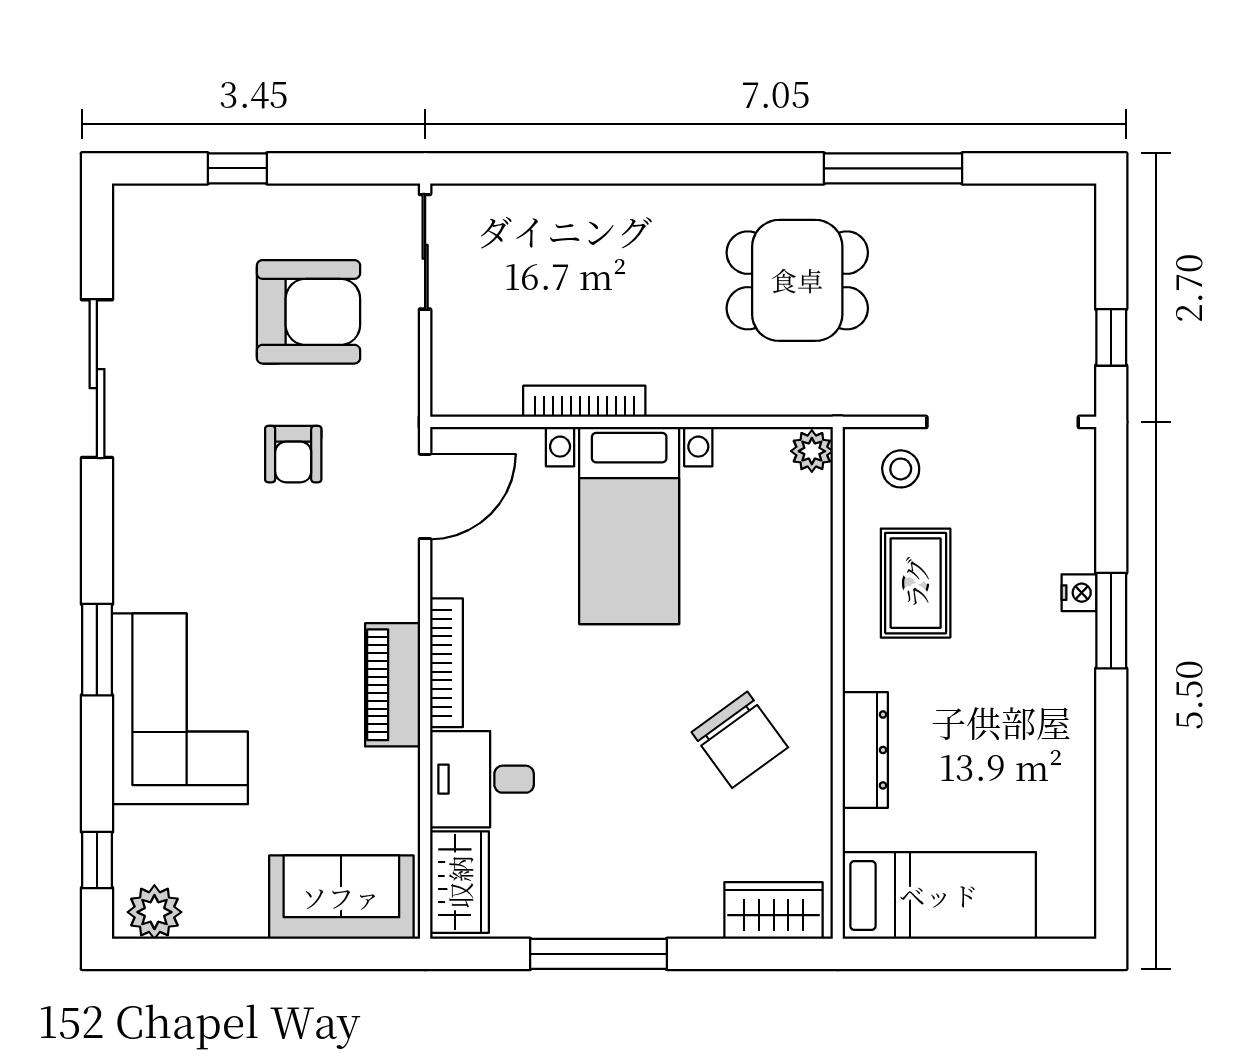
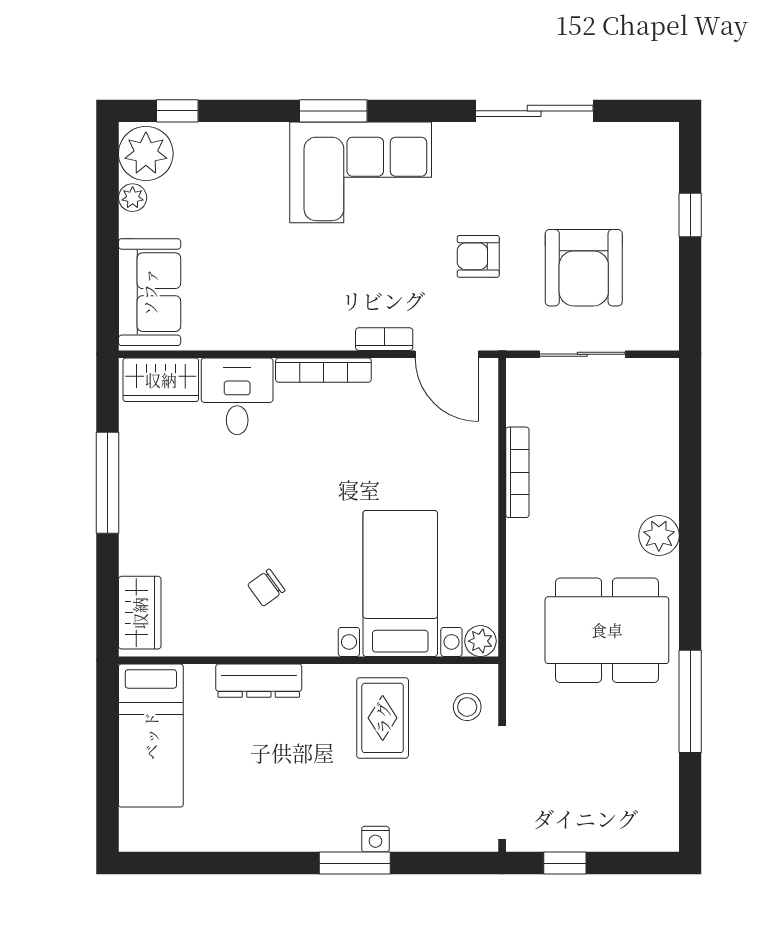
plant: (670, 210) -> (659, 535), added
sliding door: (425, 252) -> (582, 354), moved
dining table: (797, 280) -> (607, 630), width x1.38
bed with nightstands: (629, 525) -> (400, 583), moved, turned 90
bookcase: (405, 581) -> (384, 339), added
rug: (916, 583) -> (383, 718), turned 90
piano: (393, 685) -> (307, 330), removed
corner sofa: (180, 709) -> (361, 172), moved
chair: (740, 740) -> (266, 588), width x0.54, depth x0.54
plant: (154, 912) -> (146, 154), width x1.36, depth x1.36
plant: (214, 920) -> (133, 198), added

